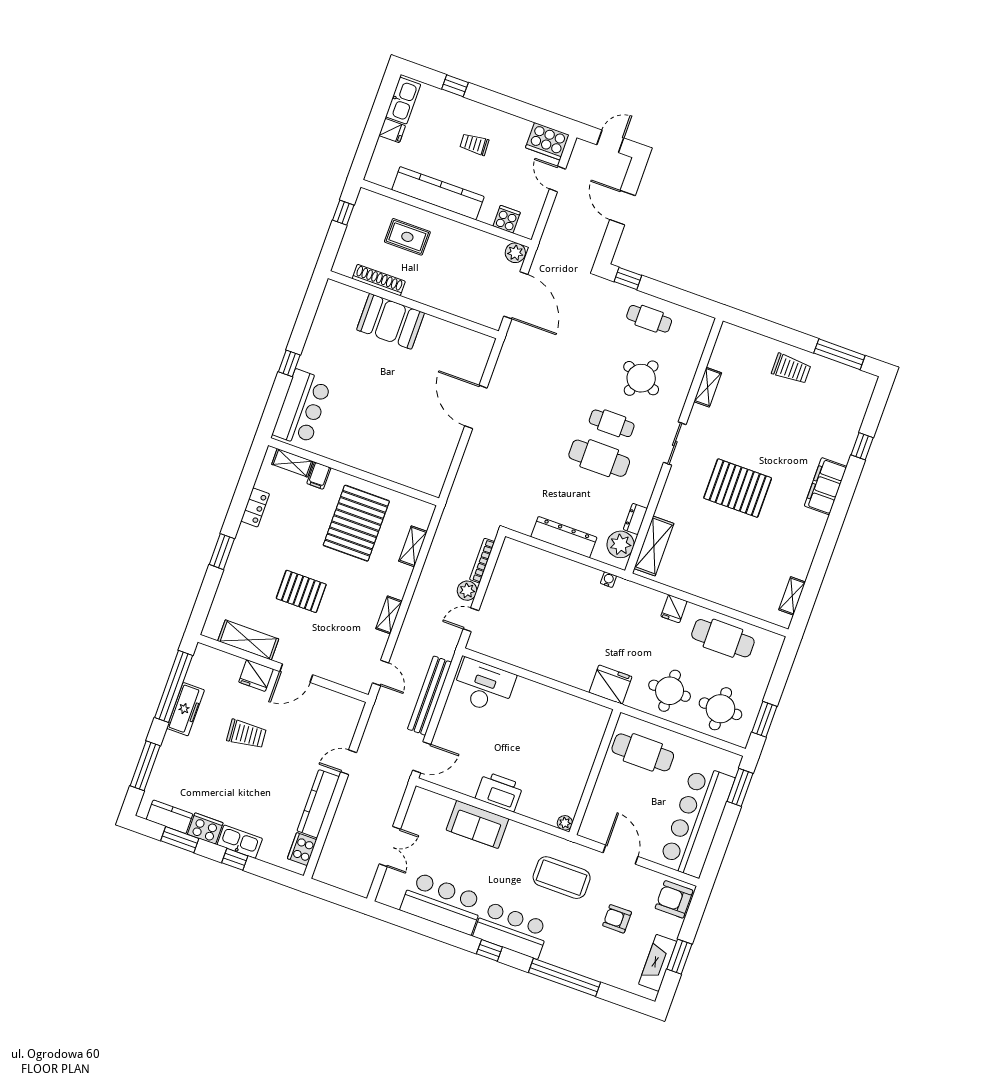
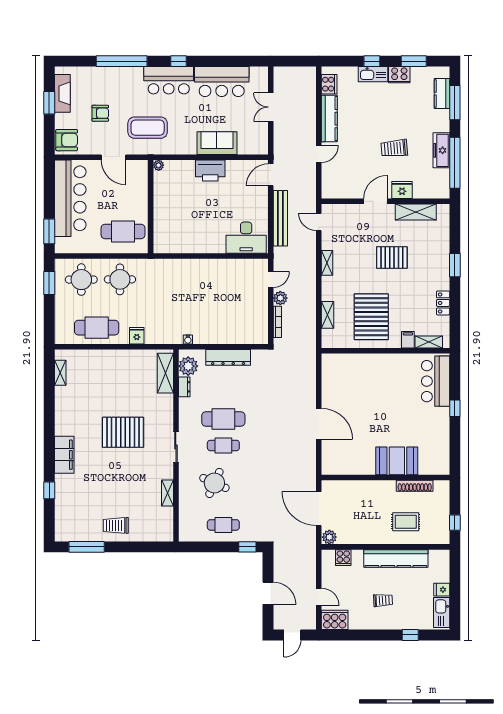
fridge: (611, 685) -> (161, 269), removed
kitchen counter: (170, 817) -> (442, 94), moved, turned 90

